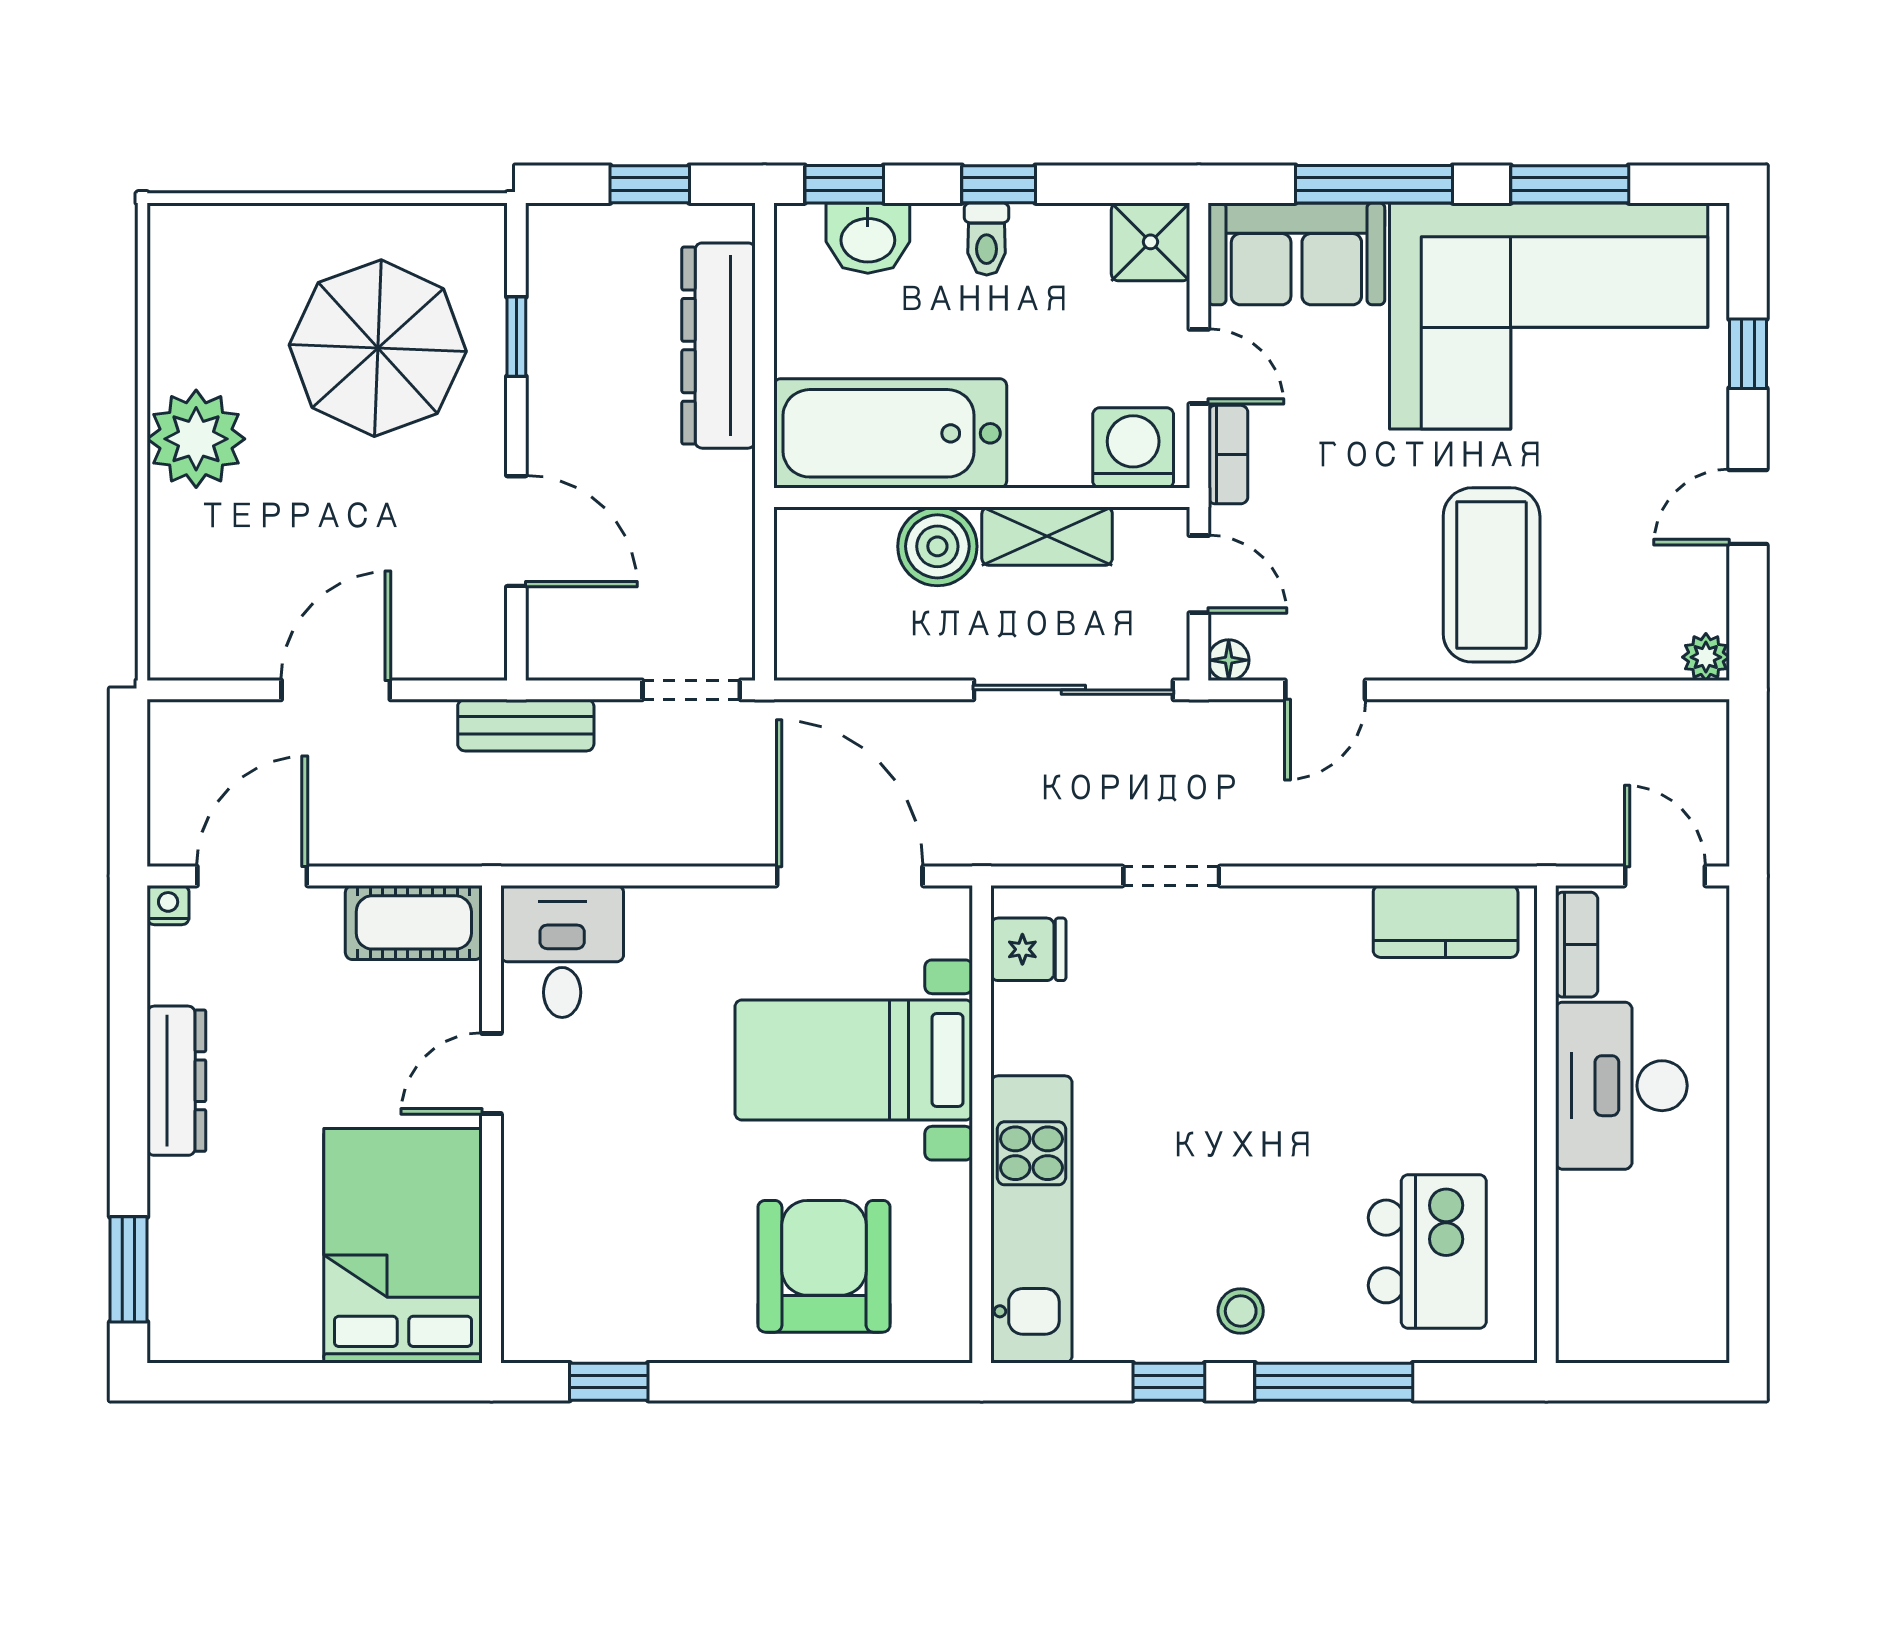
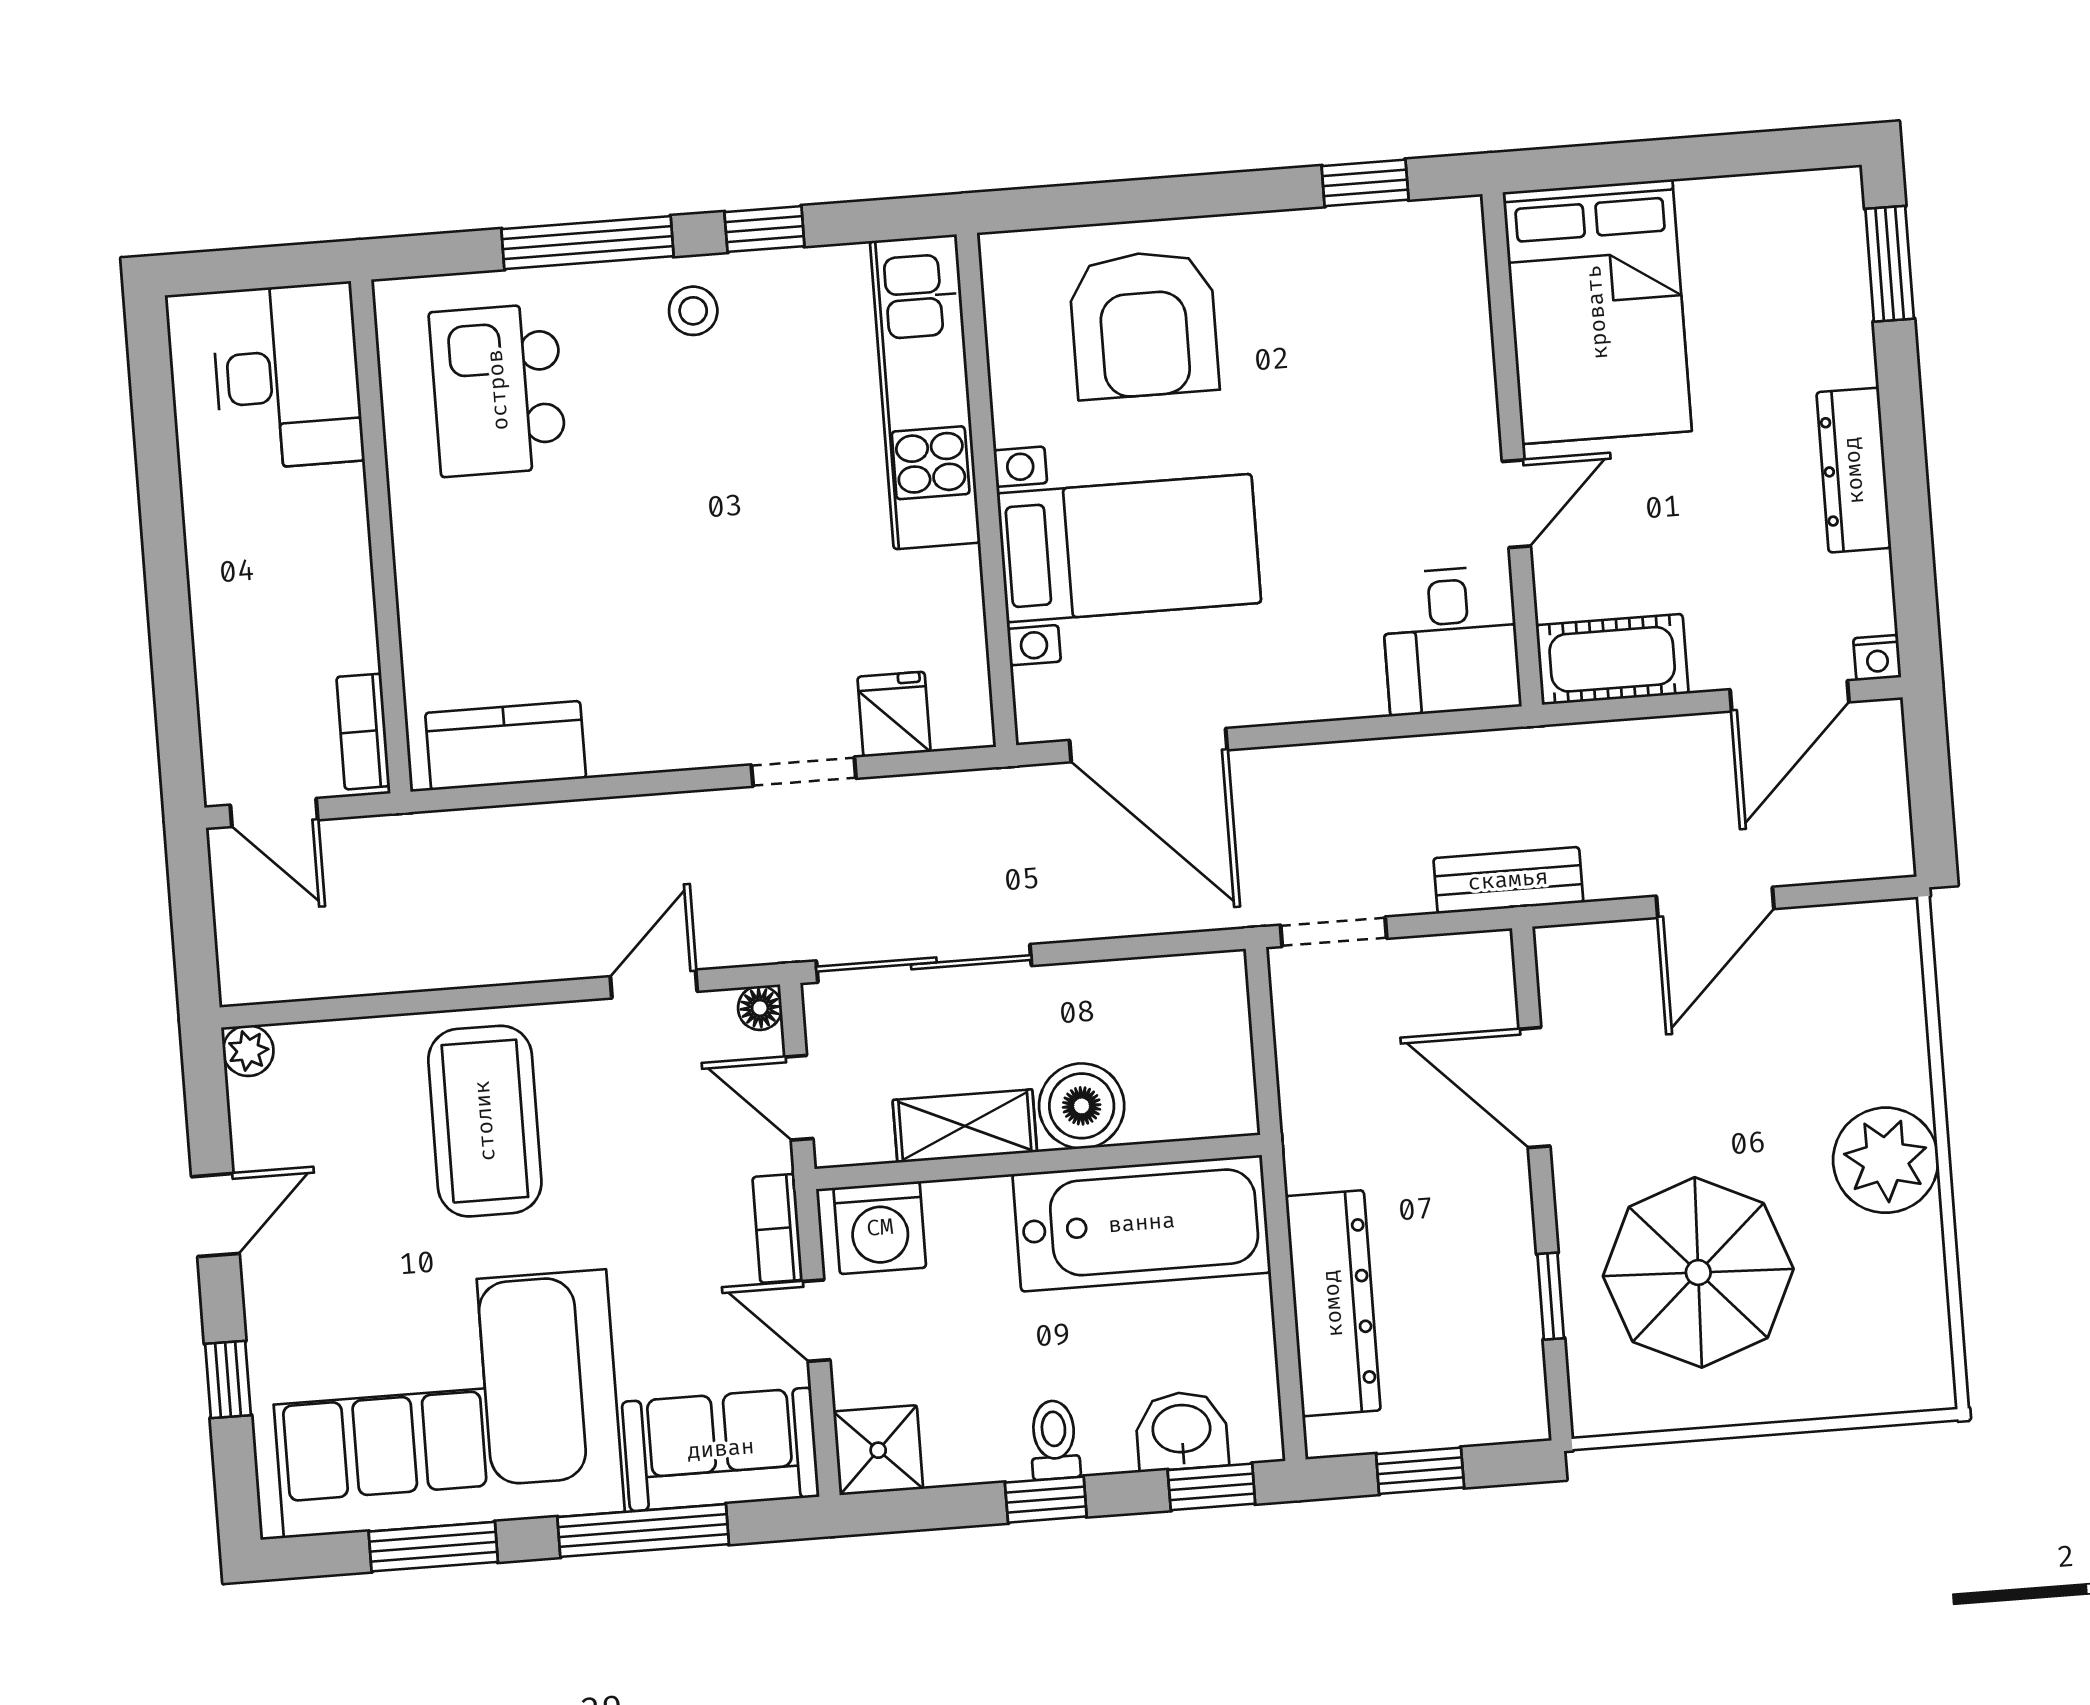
fridge: (1028, 949) -> (894, 714), moved, turned 90
desk: (1621, 1086) -> (287, 376), moved

